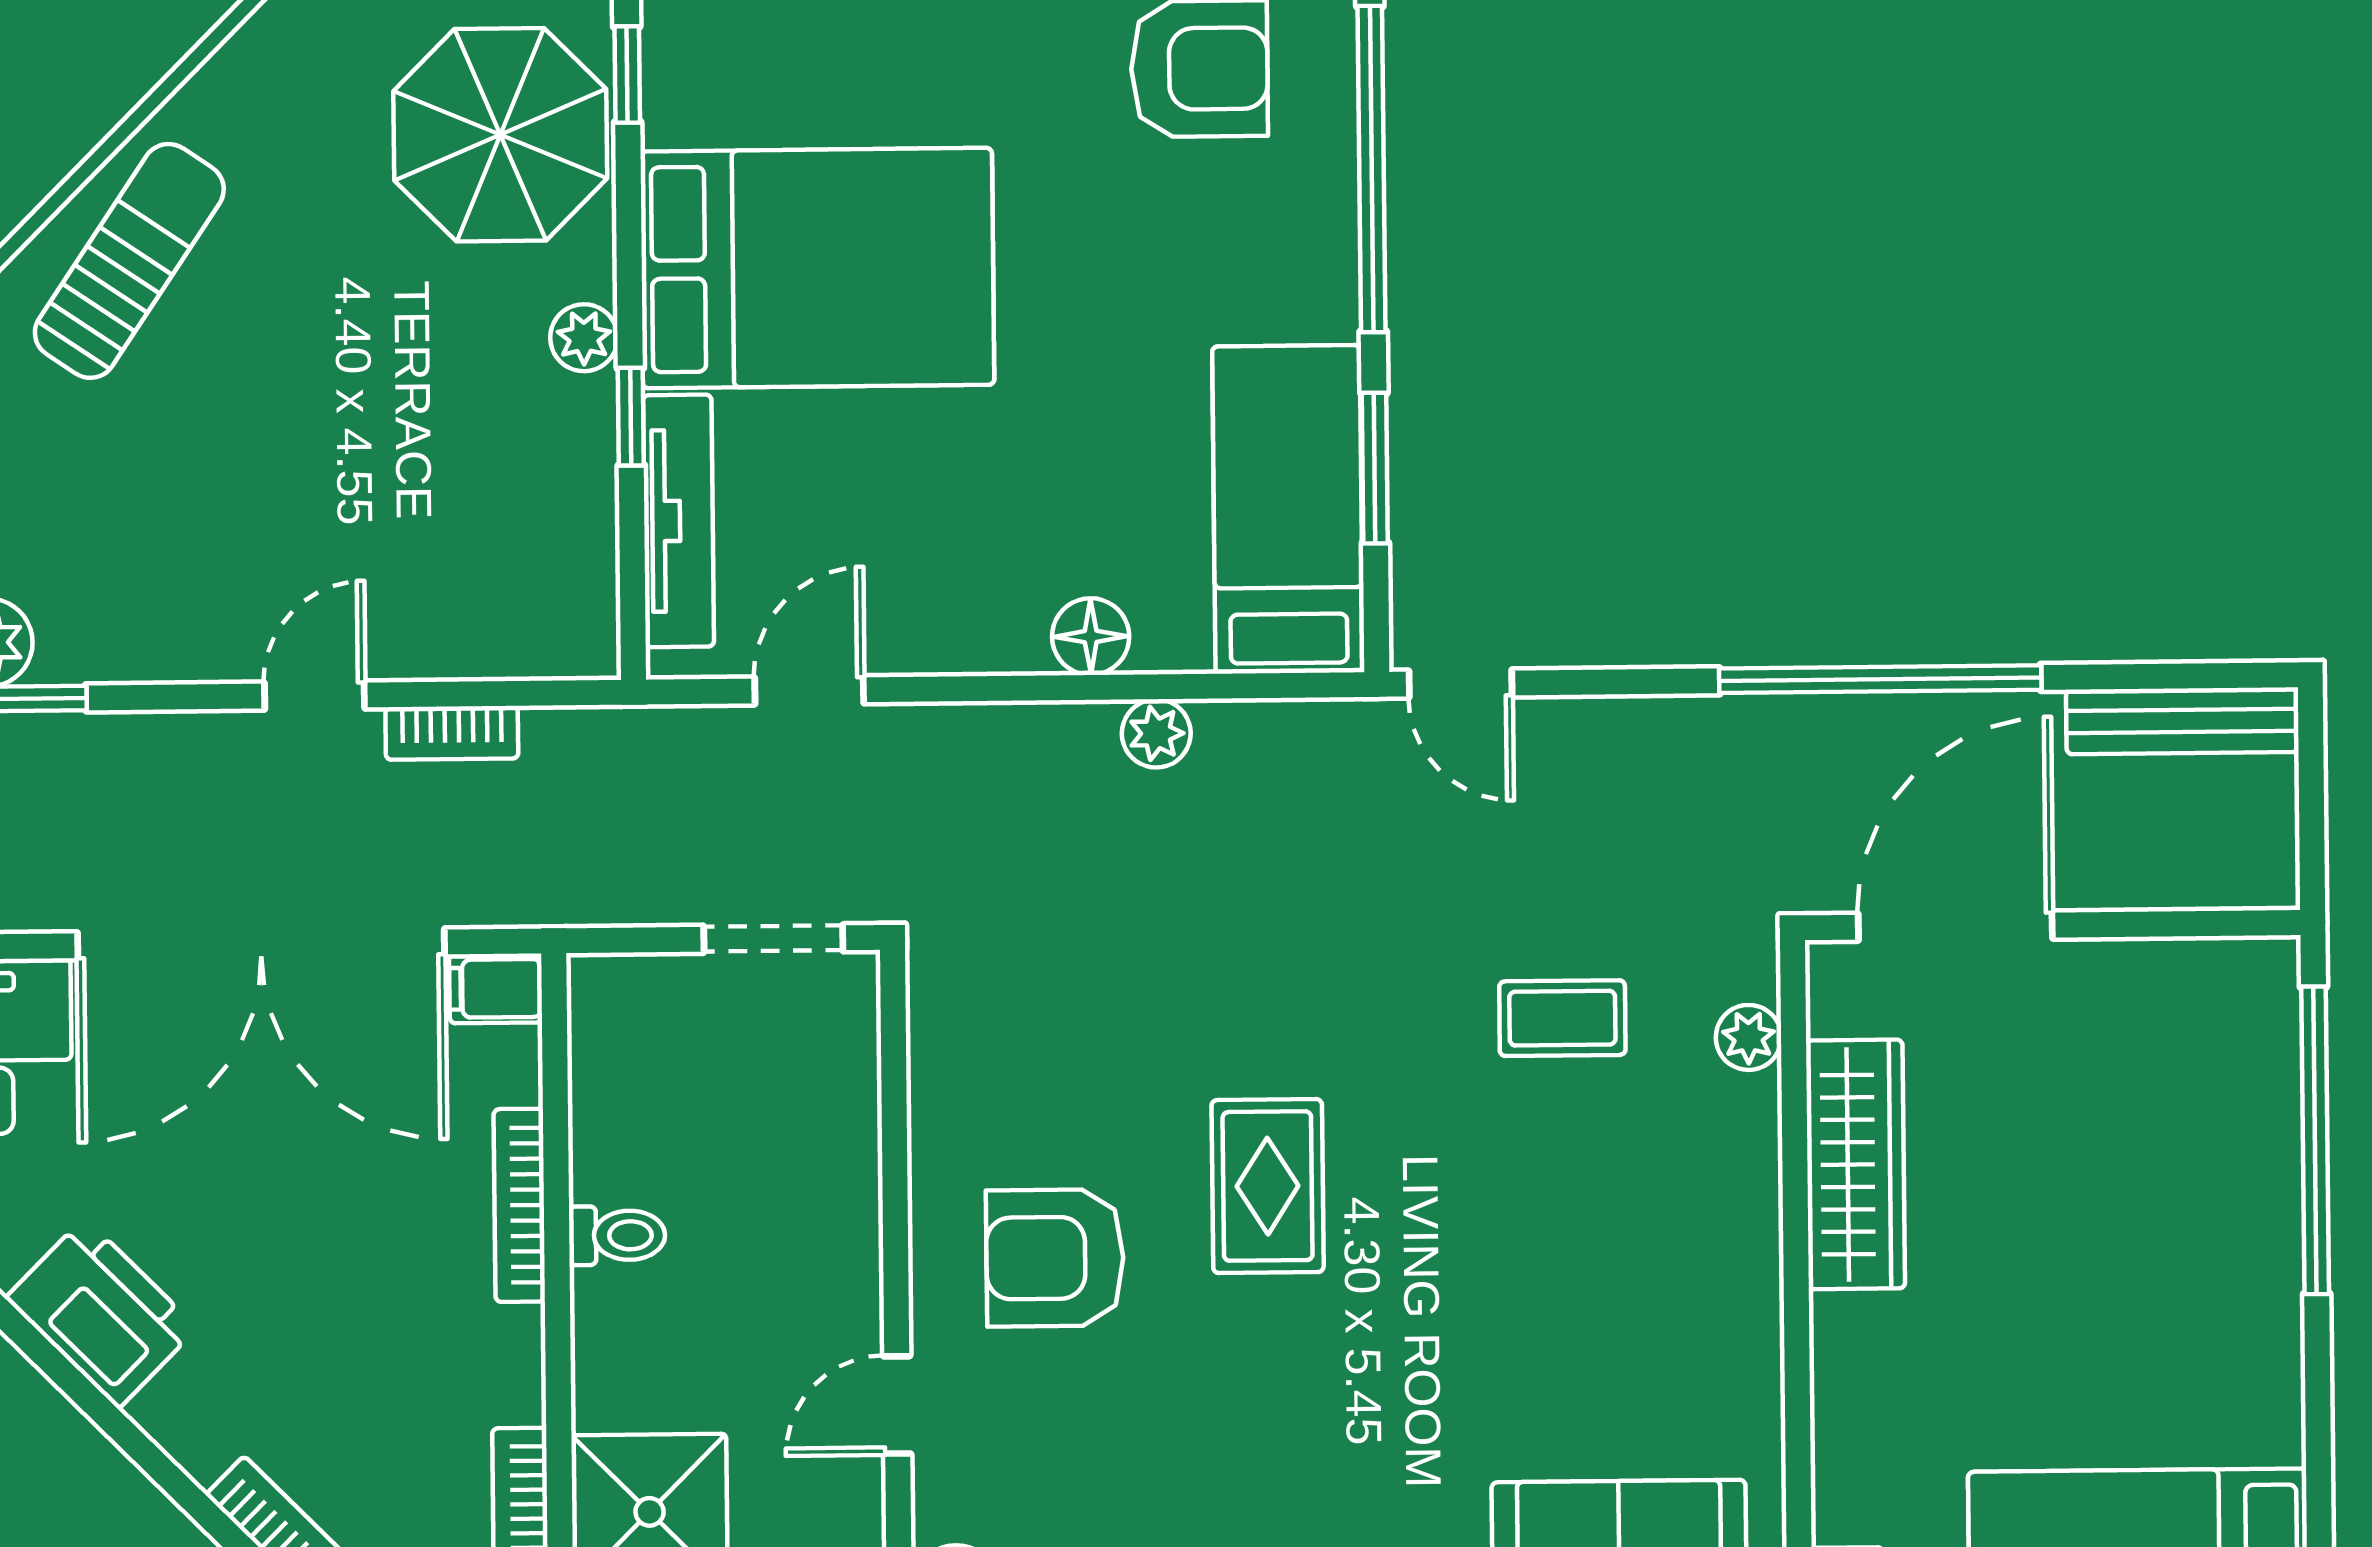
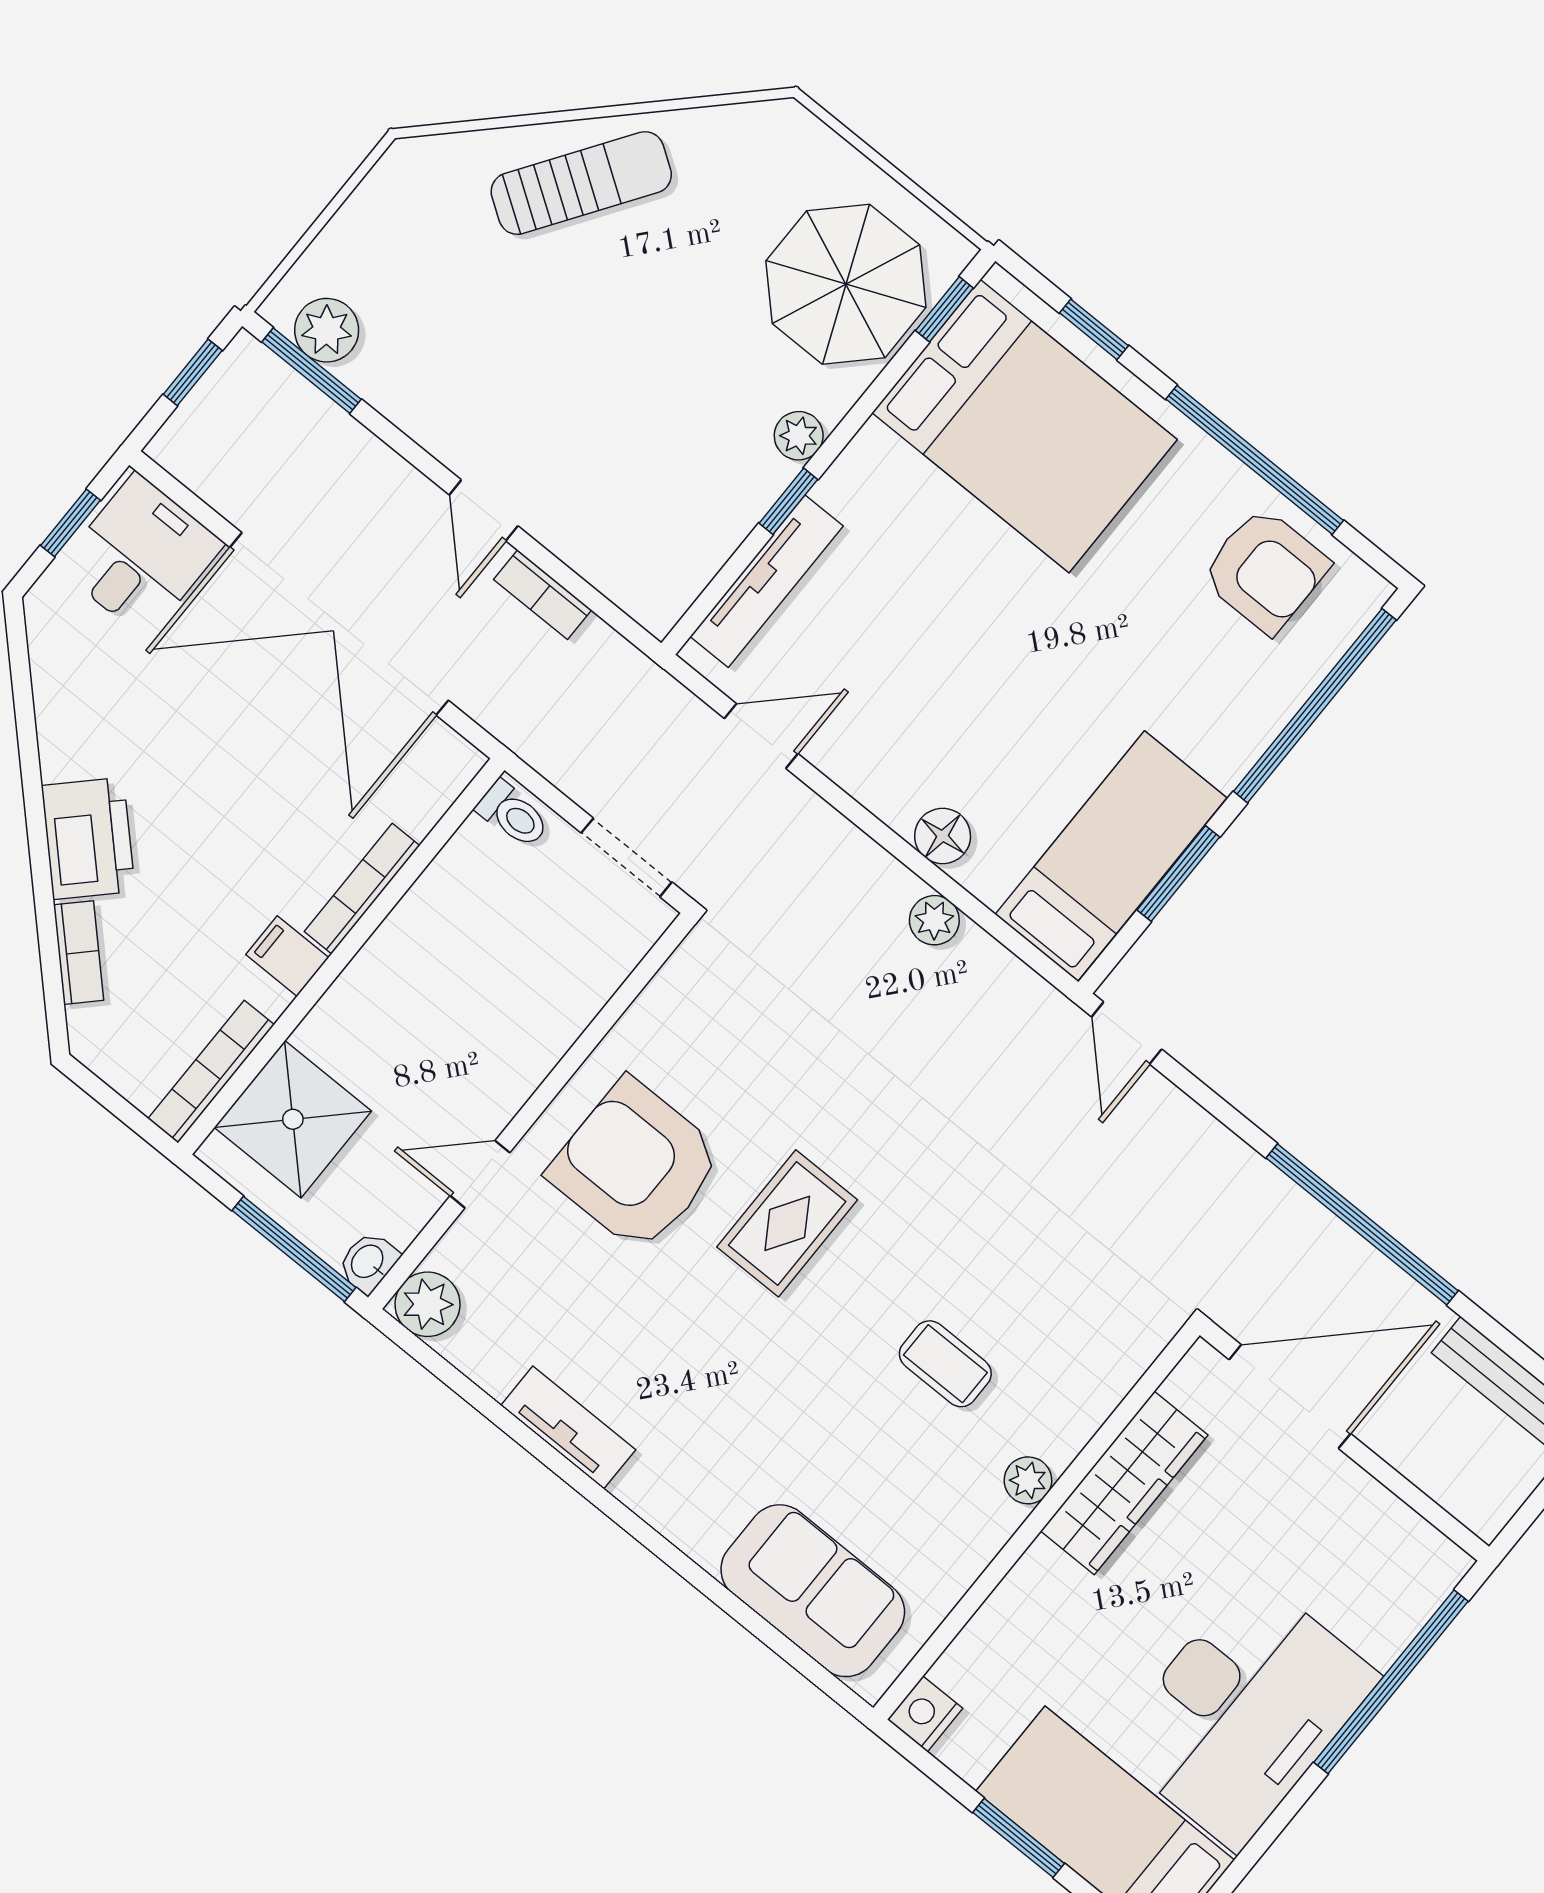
bed: (817, 268) -> (1025, 426), moved
door: (315, 696) -> (484, 510), swing flipped
filing cabinet: (496, 988) -> (287, 956), moved
coffee table: (1562, 1018) -> (945, 1364), moved
plant: (1749, 1037) -> (1028, 1480), moved
toilet: (617, 1235) -> (513, 815), moved
armchair: (1055, 1258) -> (636, 1165), width x1.36, depth x1.36
desk: (2184, 1303) -> (1243, 1712), added
printer: (101, 1313) -> (88, 838), moved

